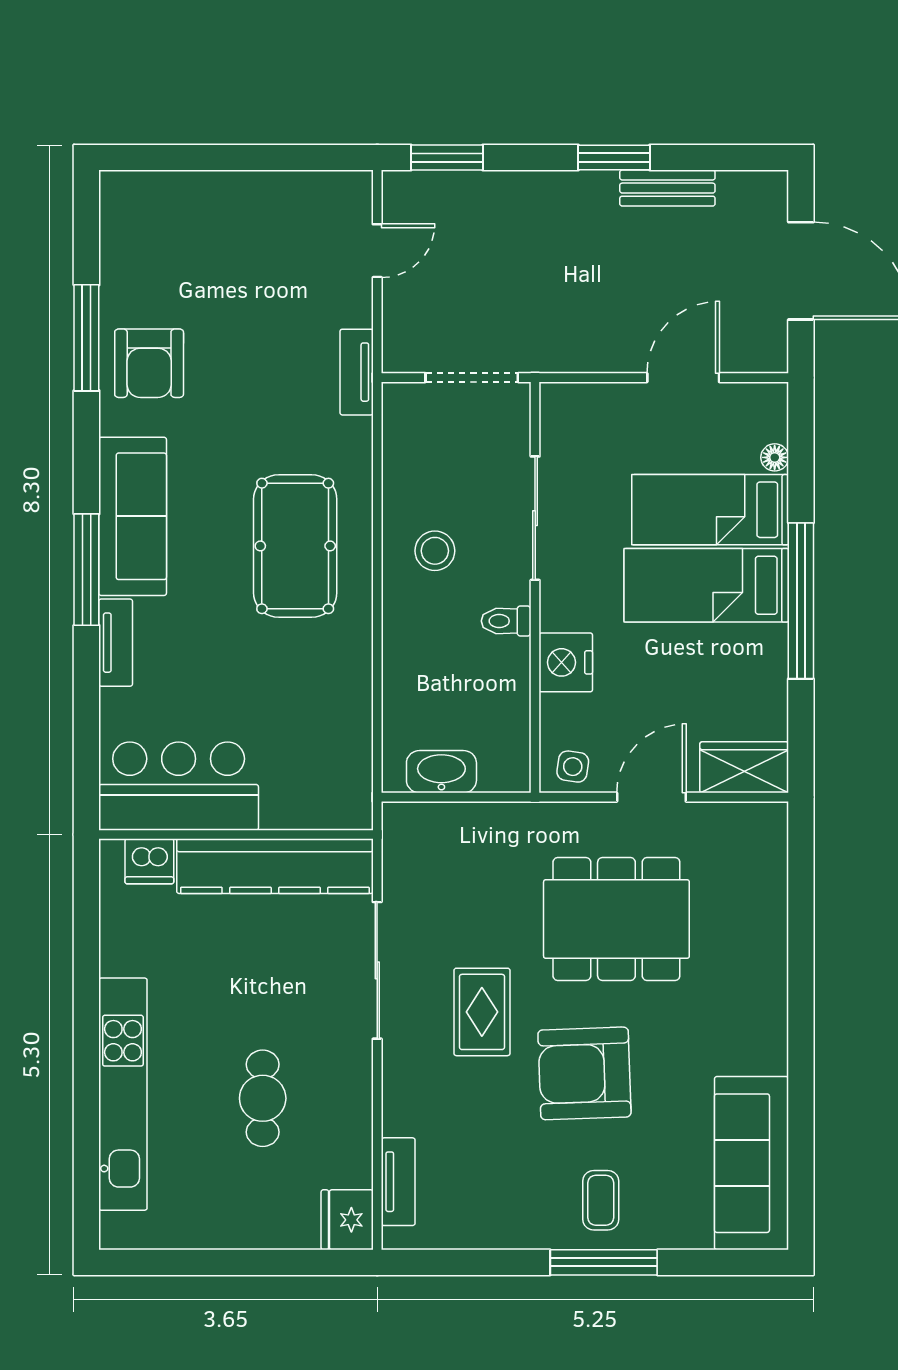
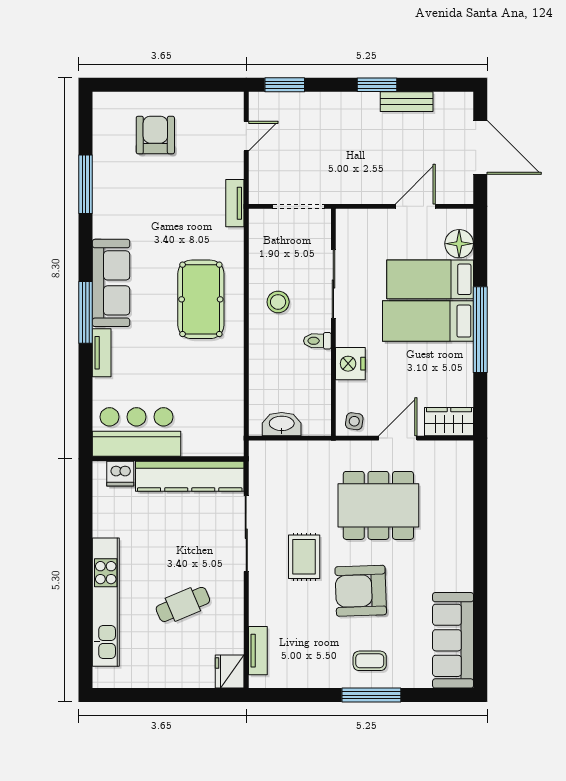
armchair: (149, 363) -> (155, 135), moved, turned 180
floor lamp: (775, 457) -> (459, 244), width x1.89, depth x1.89
cafe table: (263, 1098) -> (183, 604), turned 67
coffee table: (601, 1200) -> (370, 661), turned 90

